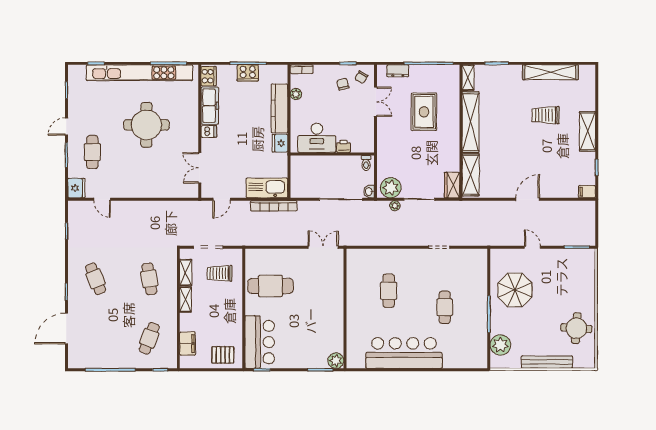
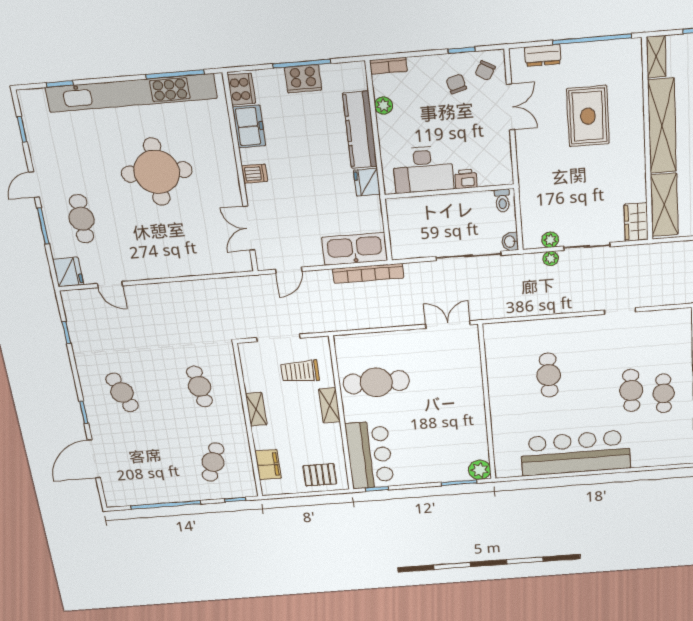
freezer: (210, 106) -> (249, 126), width x0.71
plant: (391, 188) -> (550, 240), width x0.53, depth x0.53
shelving: (186, 272) -> (330, 405), moved
cafe table: (467, 311) -> (664, 393), added

